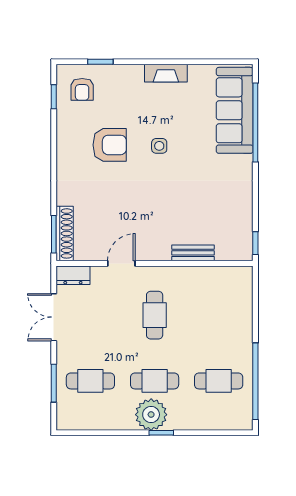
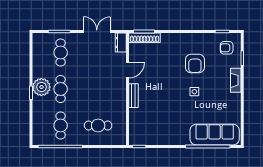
fireplace: (166, 73) -> (236, 80), moved
bench: (193, 253) -> (134, 96), moved
door: (121, 263) -> (128, 70), hinge flipped
cafe table: (155, 315) -> (98, 125), moved

